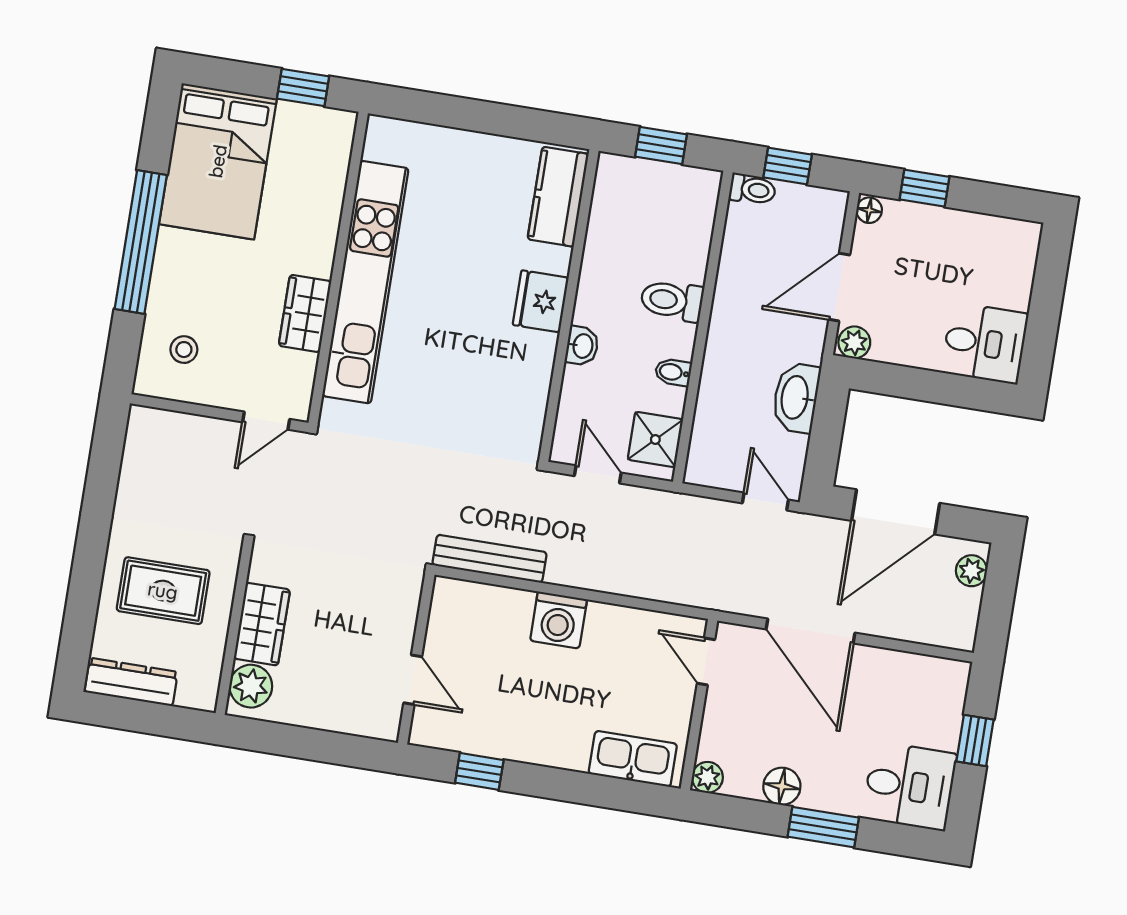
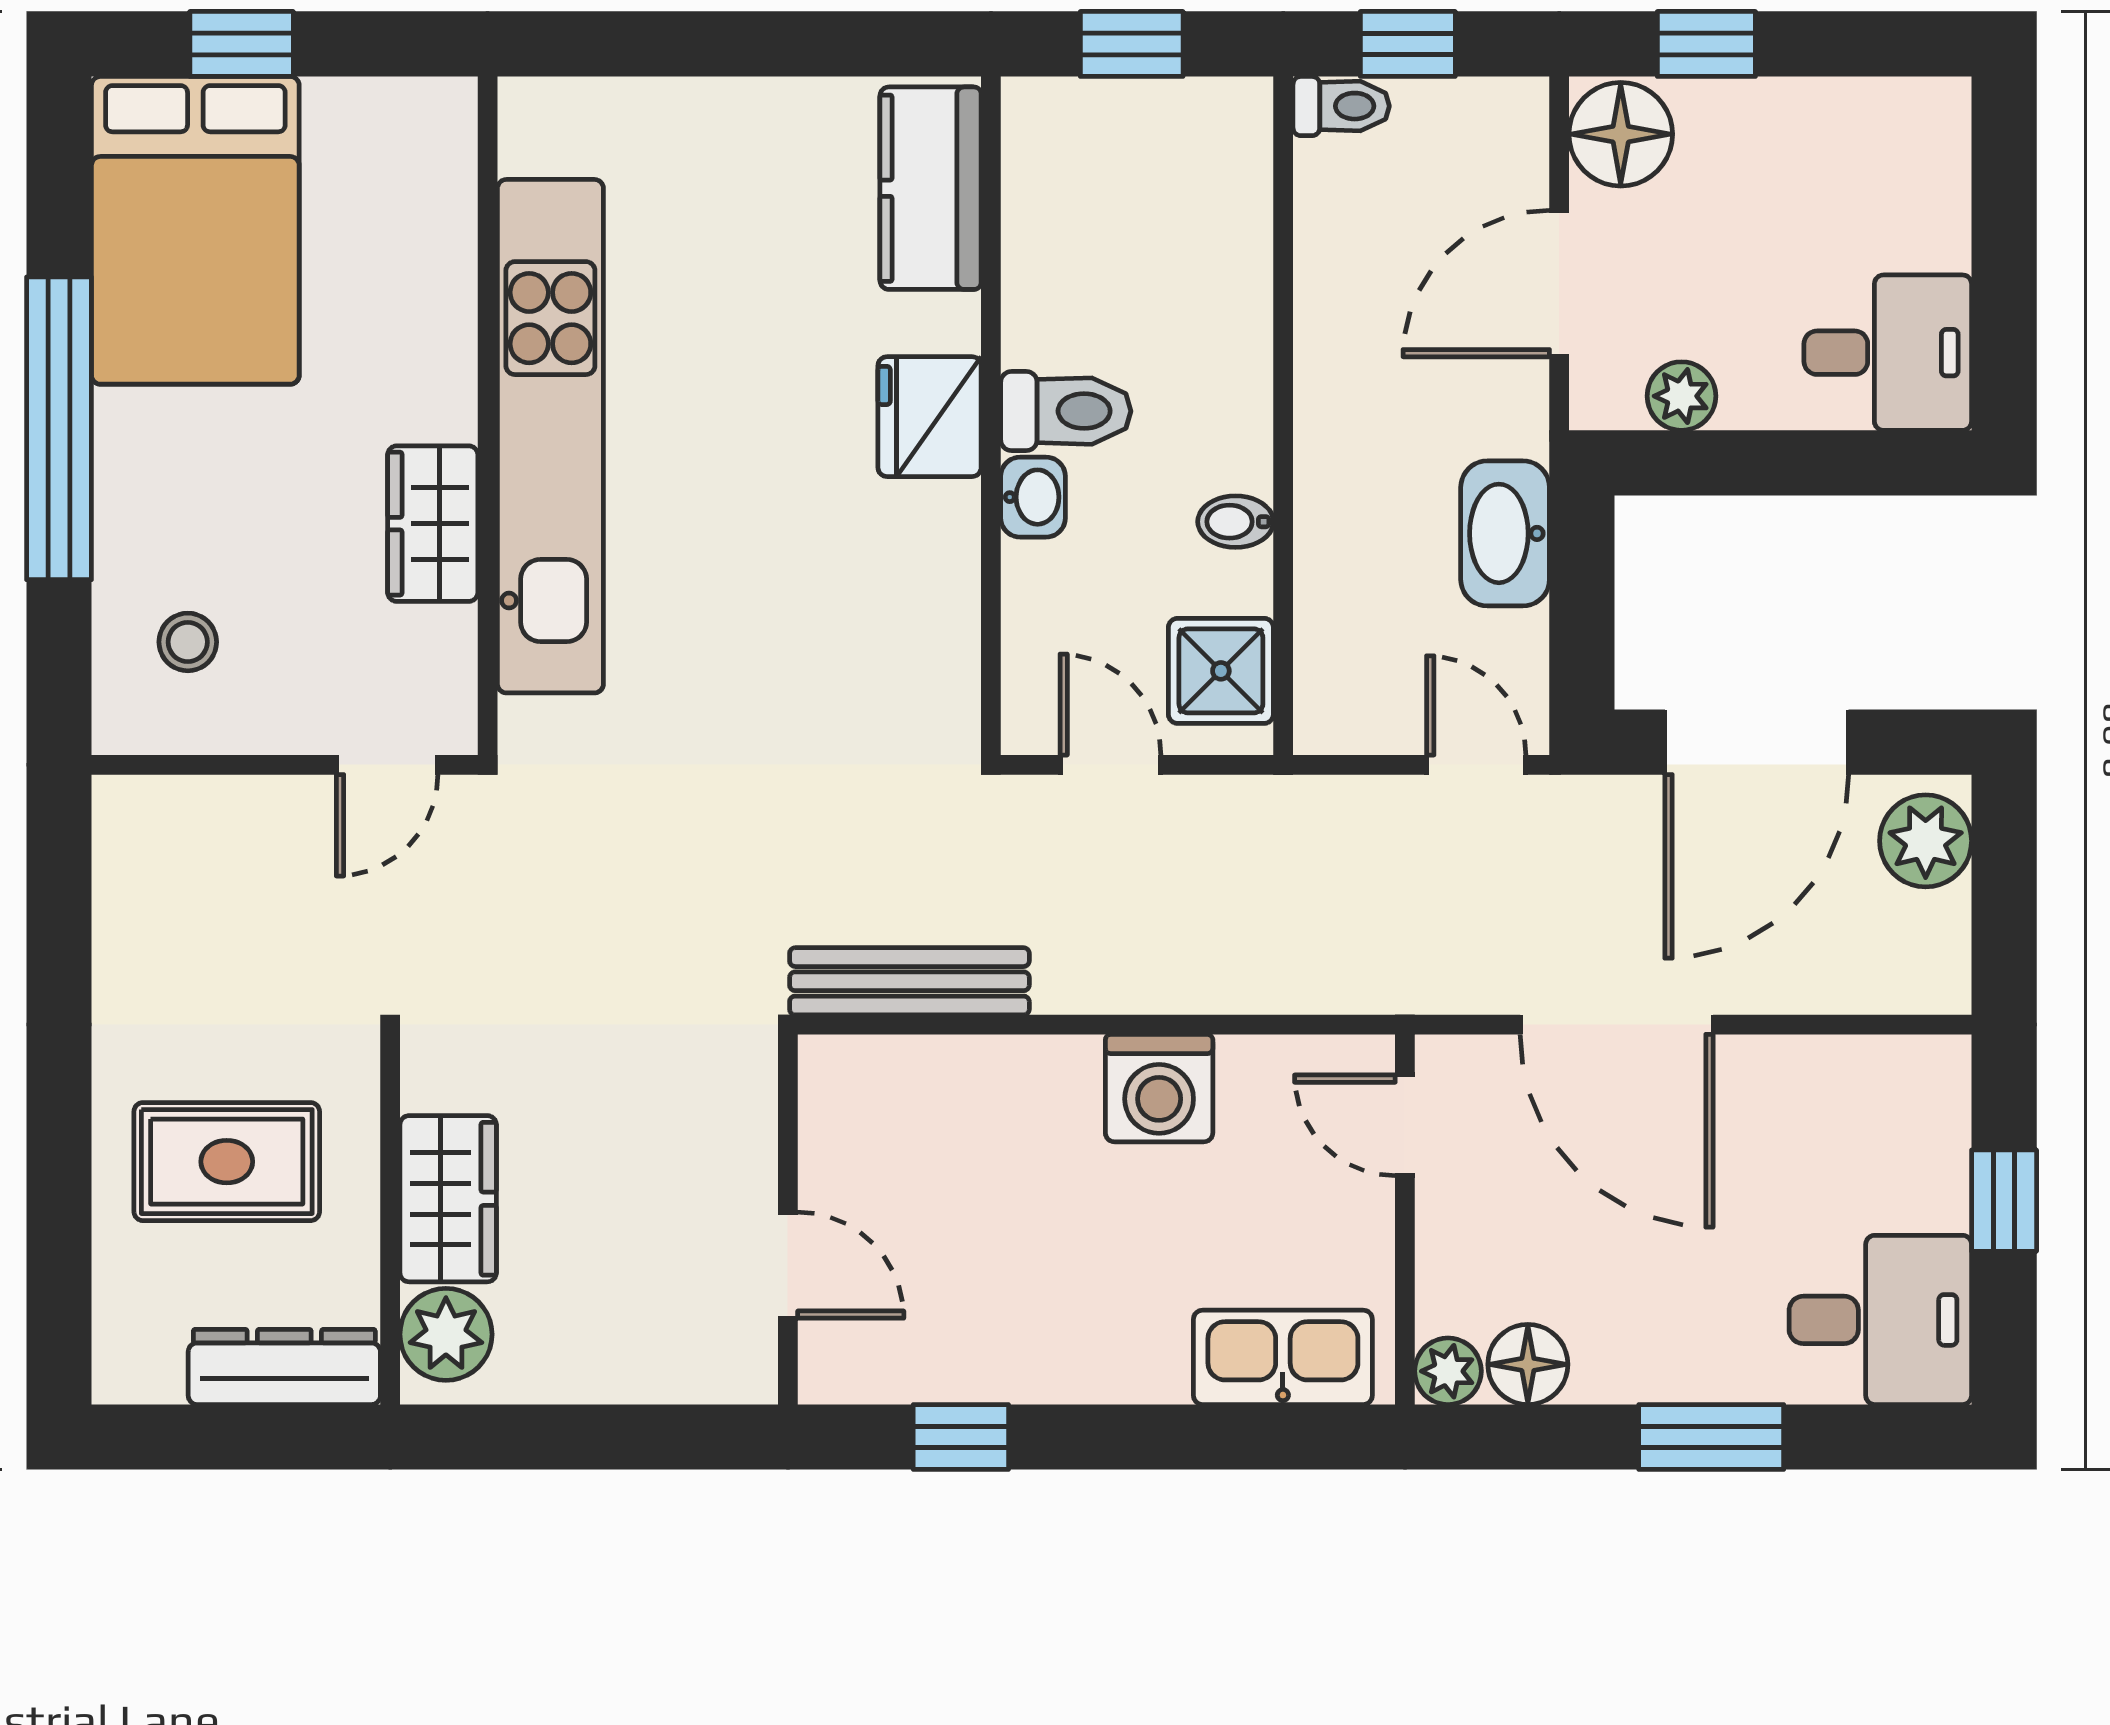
window: (303, 87) -> (242, 44), moved
floor lamp: (869, 210) -> (1621, 134), width x1.89, depth x1.89
toilet: (672, 301) -> (1066, 411), moved, turned 180
plant: (854, 342) -> (1681, 396), moved
plant: (972, 571) -> (1926, 841), width x1.38, depth x1.38
washing machine: (559, 620) -> (1159, 1088), moved
dresser: (131, 682) -> (284, 1367), moved
floor lamp: (782, 786) -> (1528, 1364), moved

